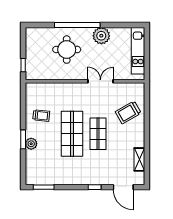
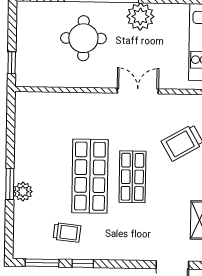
trolley: (41, 116) -> (67, 232), moved
window: (95, 187) -> (83, 263), moved

